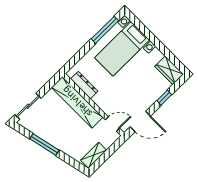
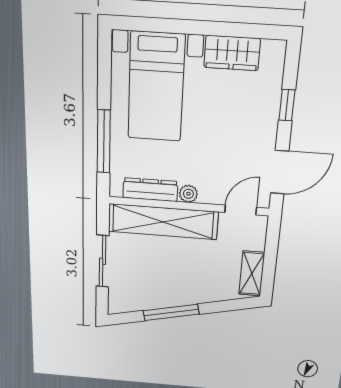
window: (105, 30) -> (104, 142), moved
wardrobe: (169, 70) -> (232, 53), moved
plant: (98, 100) -> (188, 194), added
sliding door: (28, 106) -> (103, 261), moved

